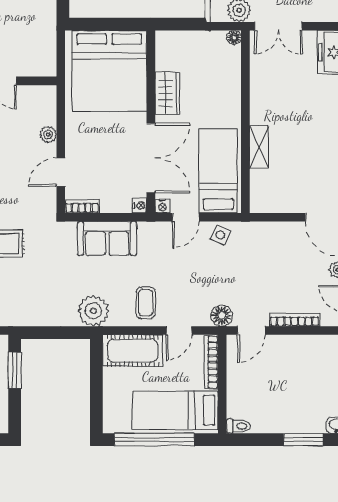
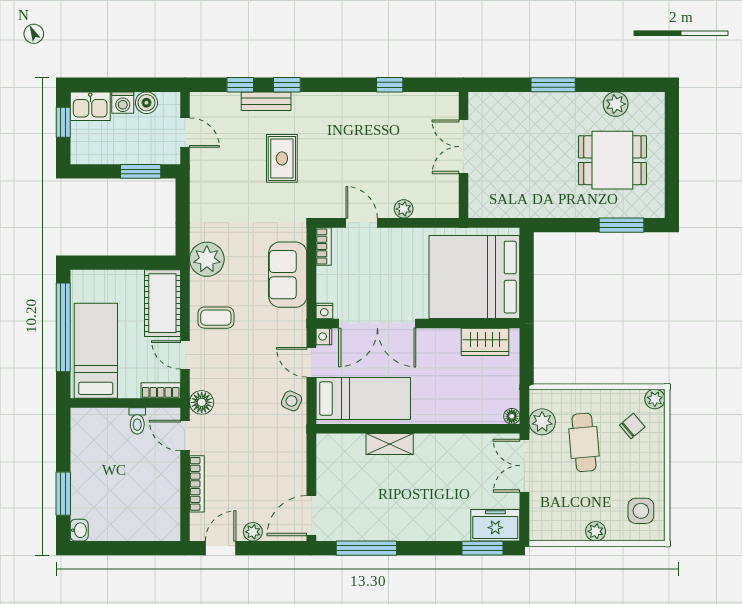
wardrobe: (167, 93) -> (485, 342), moved
bookcase: (211, 362) -> (161, 391), width x0.64
toilet: (238, 426) -> (137, 421), moved

